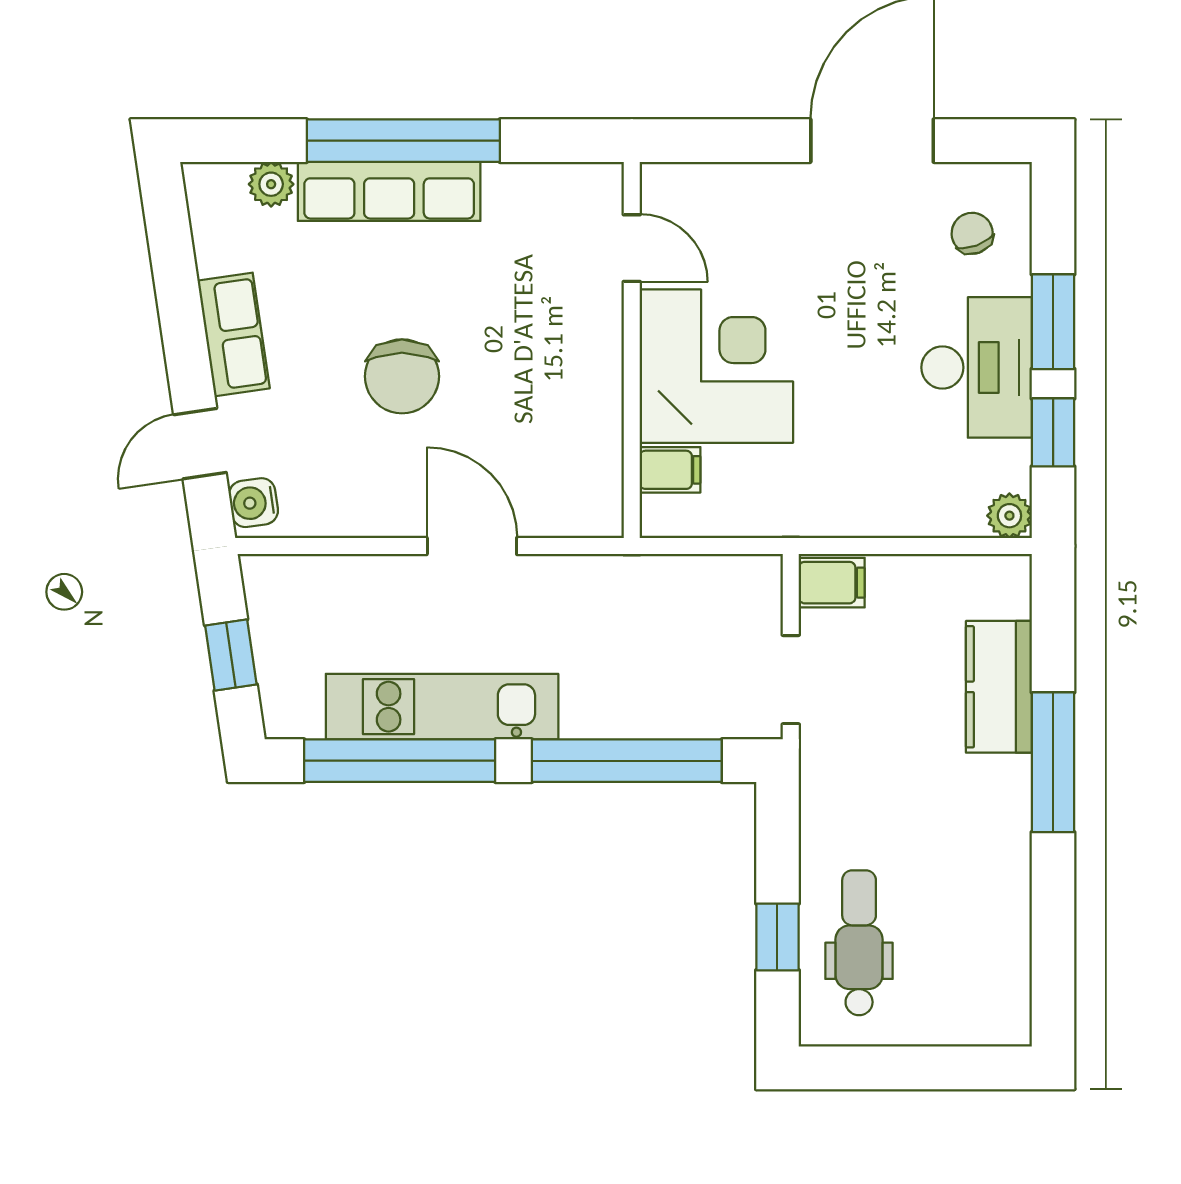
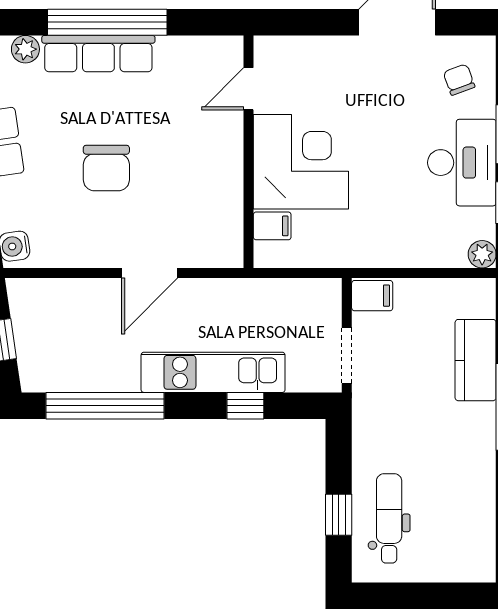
door: (632, 248) -> (248, 89), swing flipped
door: (472, 546) -> (150, 273), swing flipped
kitchen unit: (442, 707) -> (213, 372), moved
window: (627, 761) -> (245, 406), width x0.32

